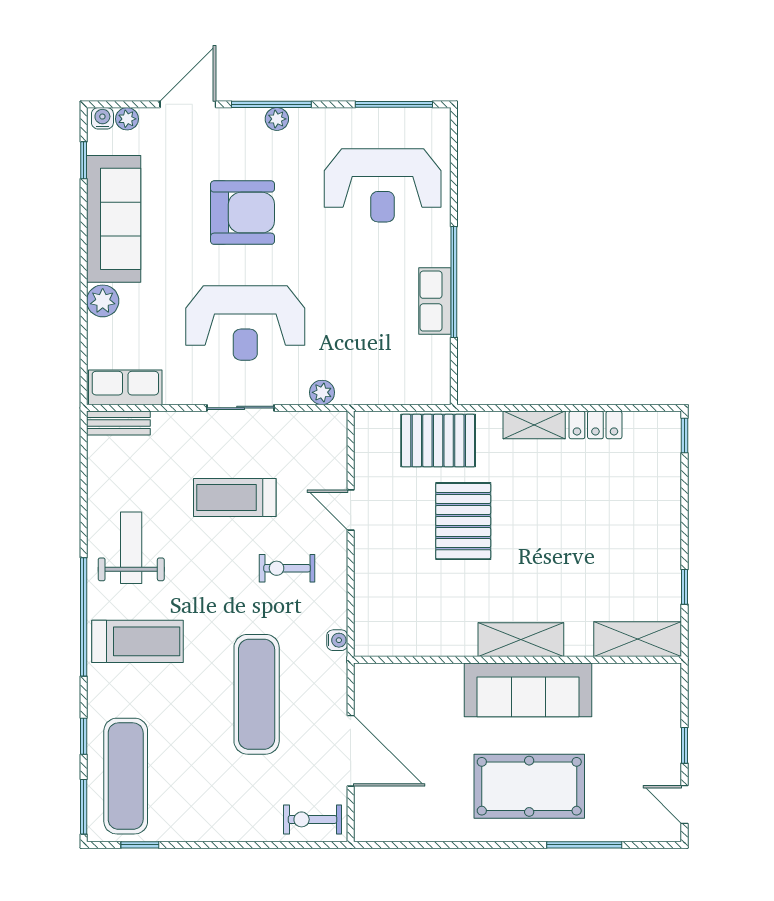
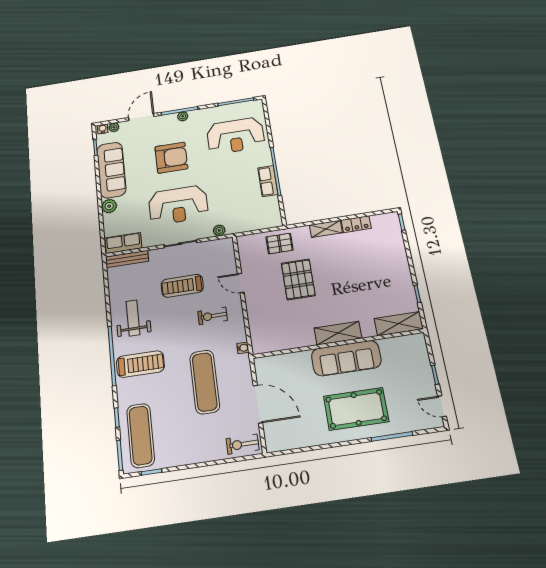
bench: (118, 423) -> (127, 259), width x1.36
pallet: (438, 441) -> (279, 244), width x0.67, depth x0.71

